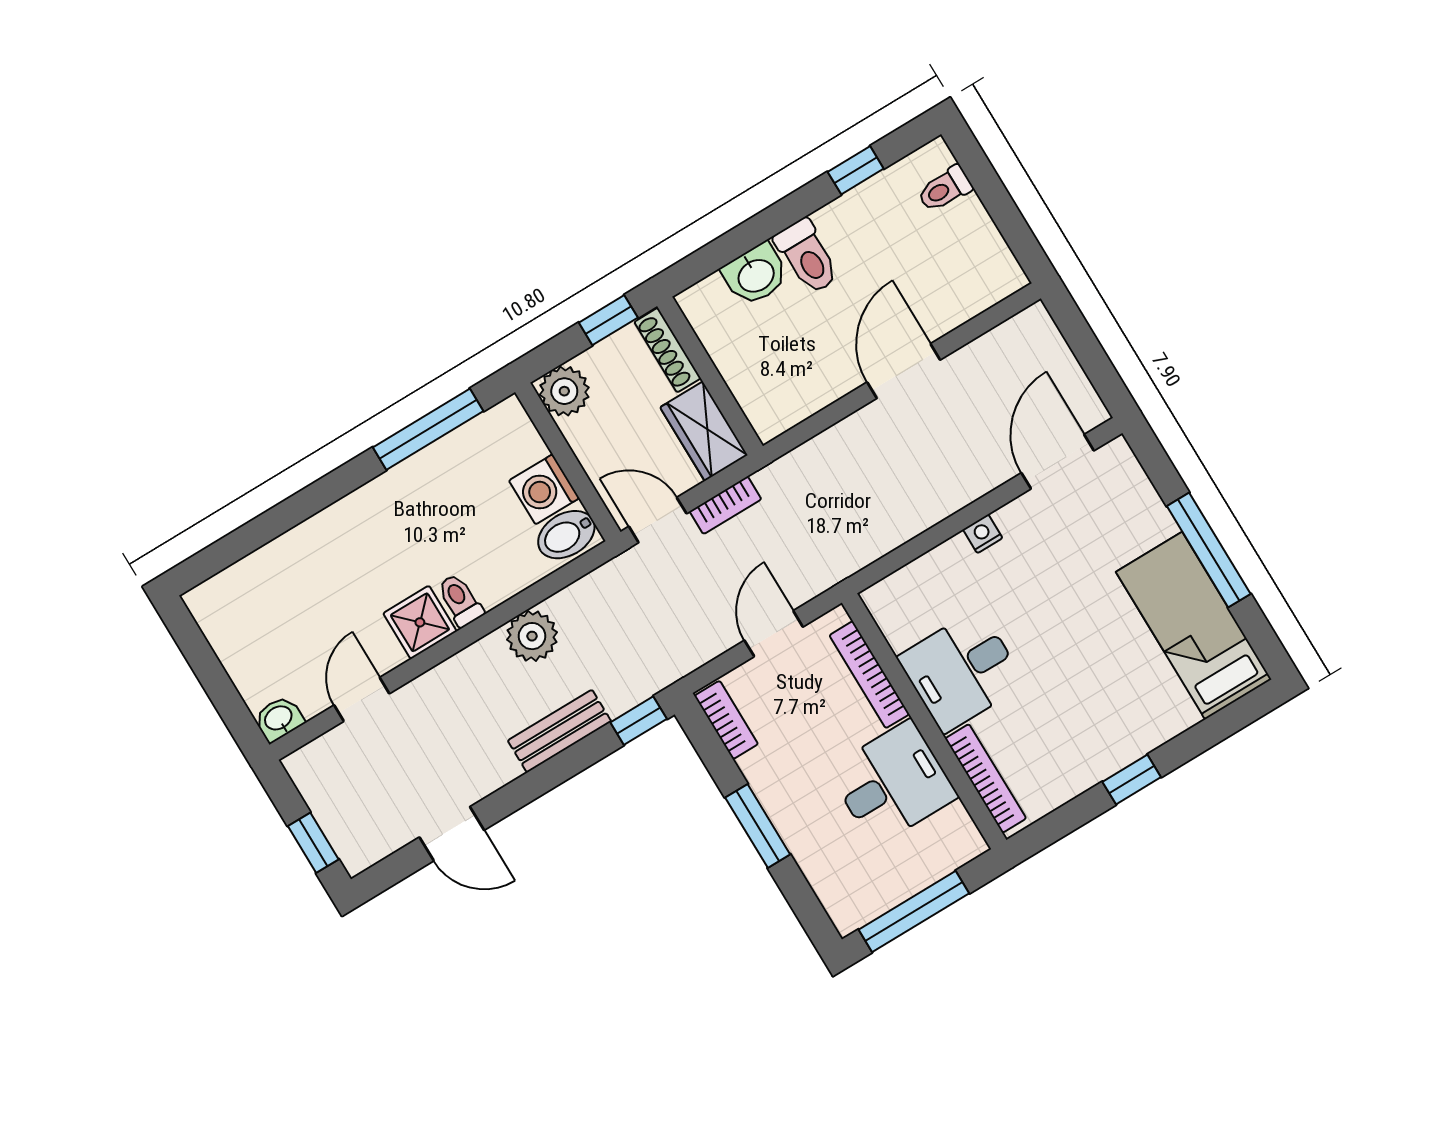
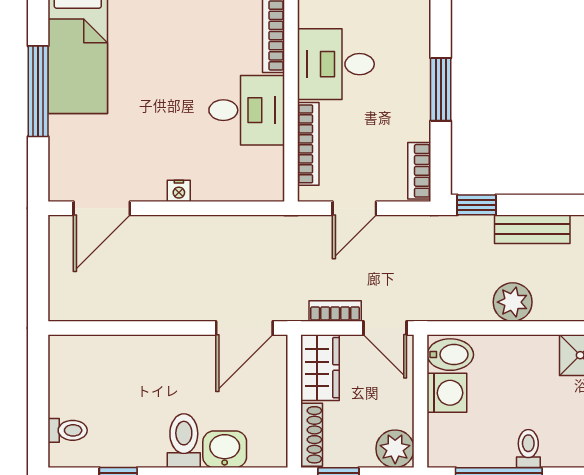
door: (904, 371) -> (244, 328), moved
toilet: (460, 600) -> (528, 449), moved, turned 180

